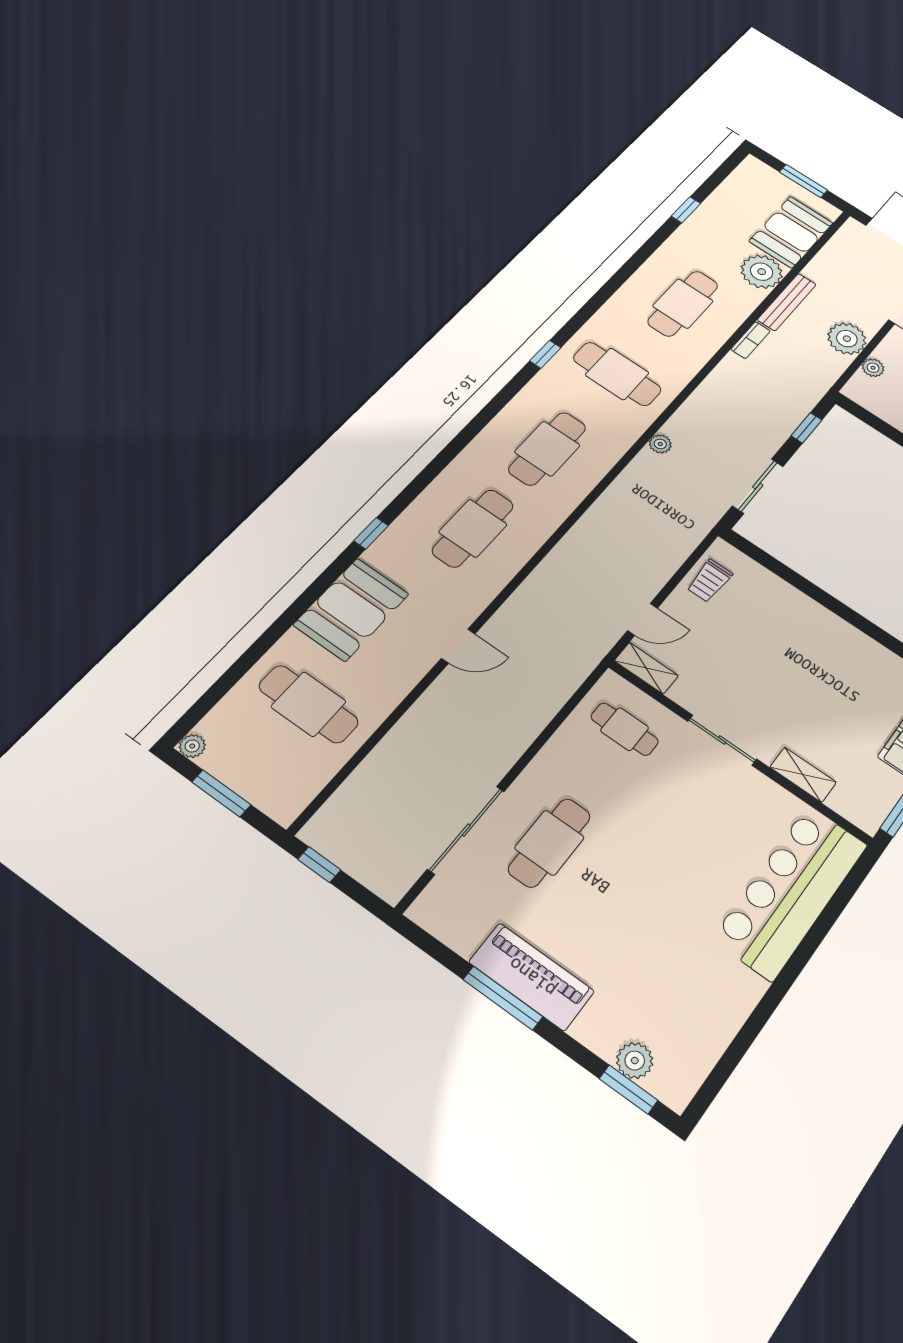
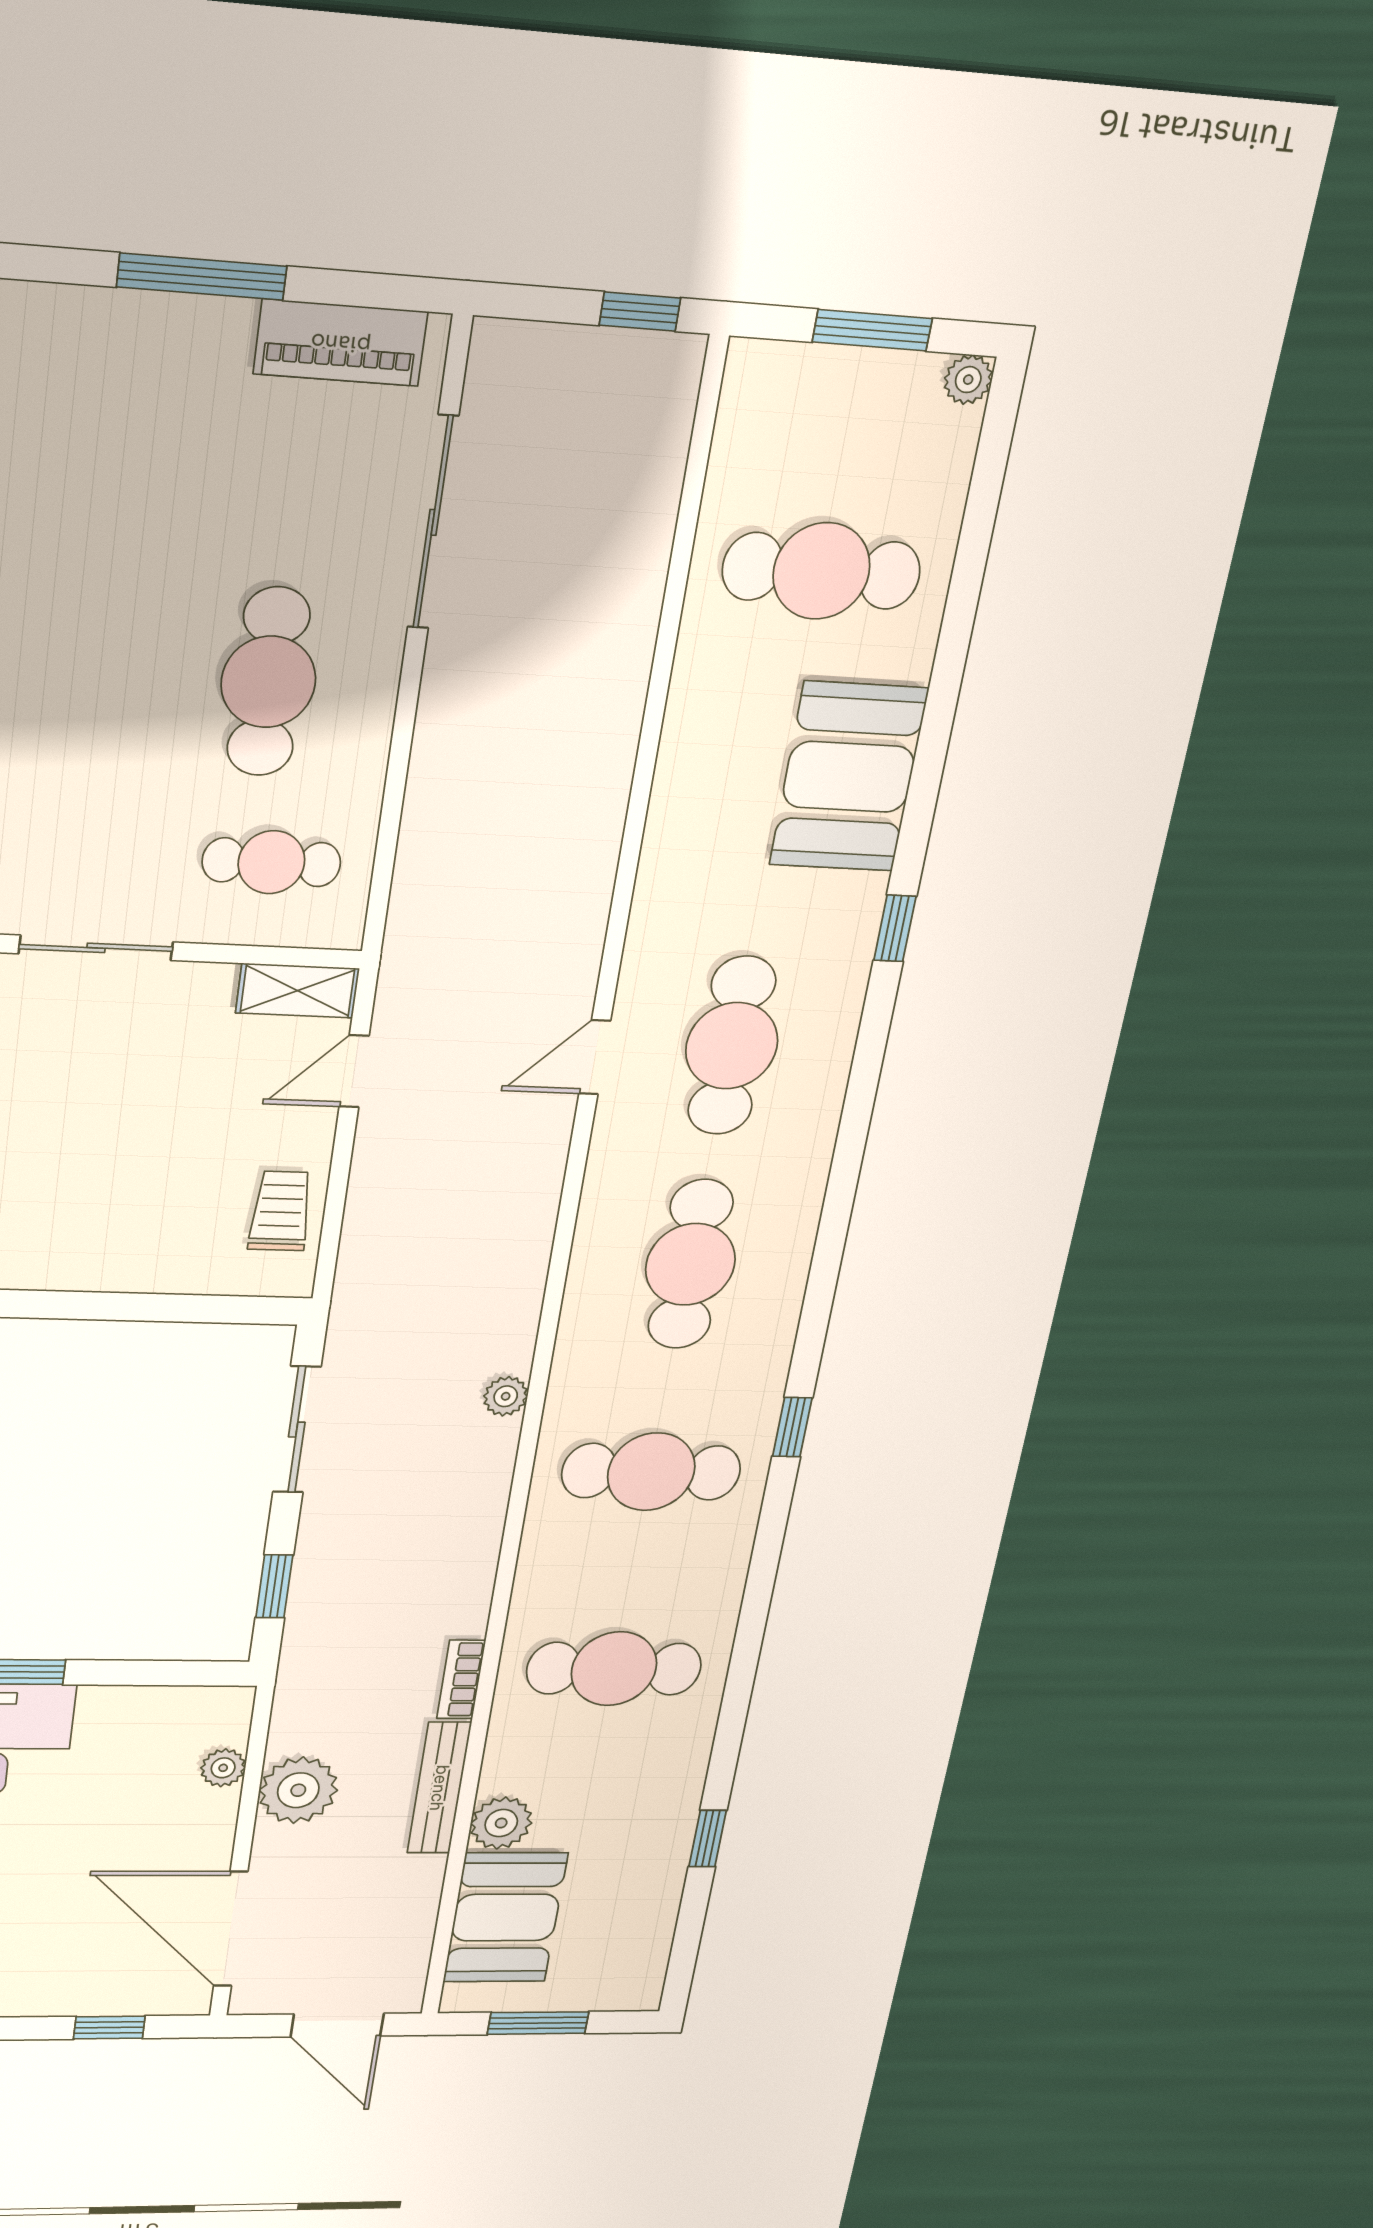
plant: (762, 272) -> (501, 1823), width x0.73, depth x0.73
cafe table: (683, 304) -> (614, 1669), turned 90
door: (458, 646) -> (595, 1057), moved
cafe table: (549, 843) -> (268, 682), moved
piano: (532, 977) -> (341, 343), moved, width x0.73, depth x0.75

